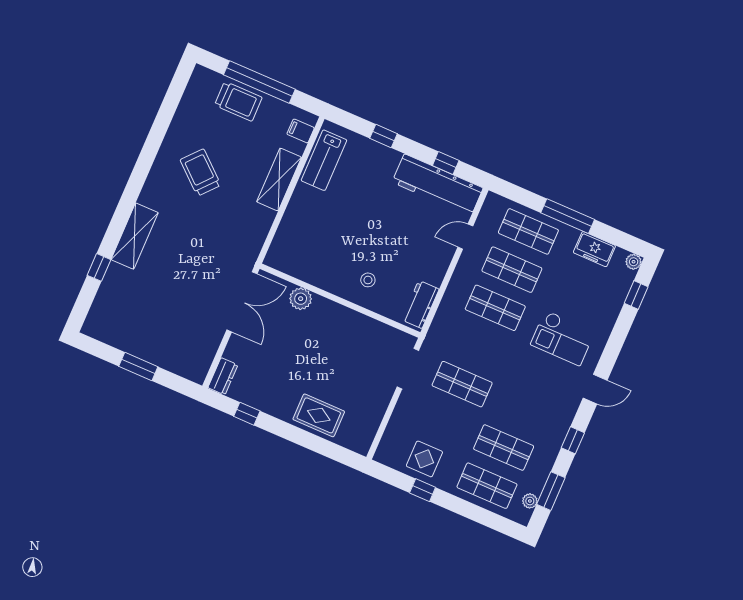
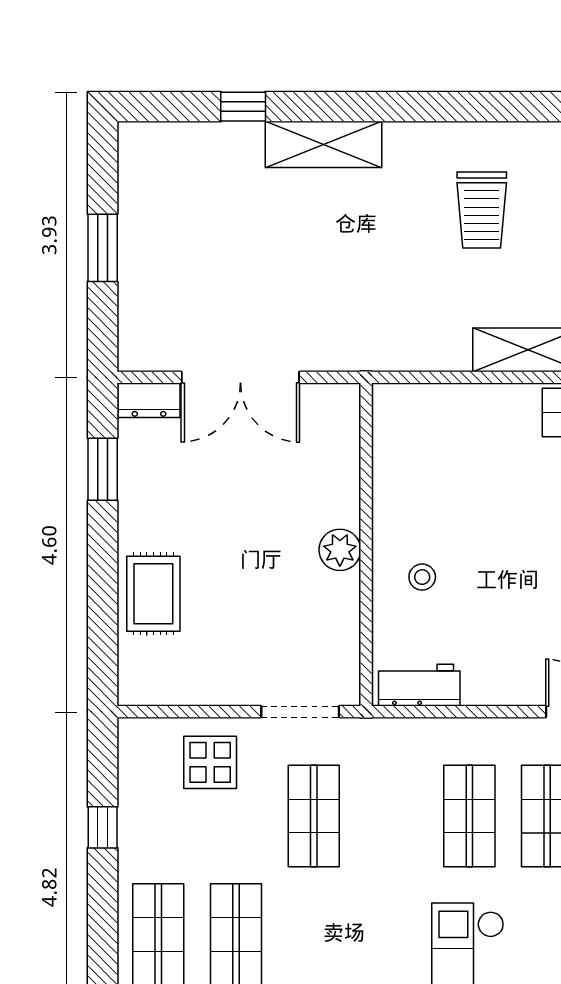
trolley: (201, 172) -> (482, 210), turned 139
plant: (301, 299) -> (340, 550), moved
double door: (242, 302) -> (240, 377), moved
window: (247, 414) -> (103, 469), width x1.50
display table: (424, 459) -> (210, 762), moved

